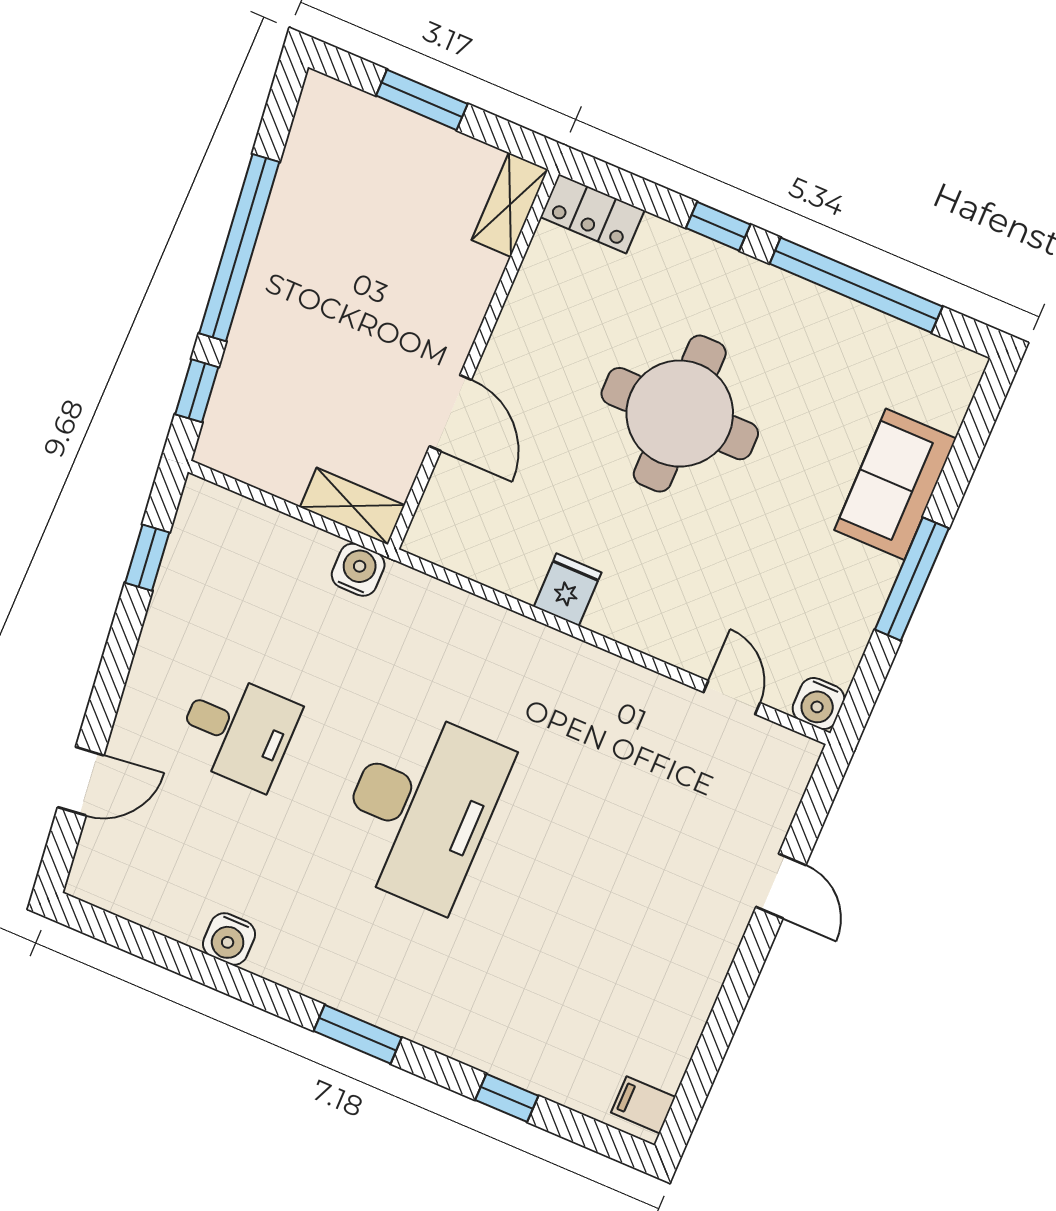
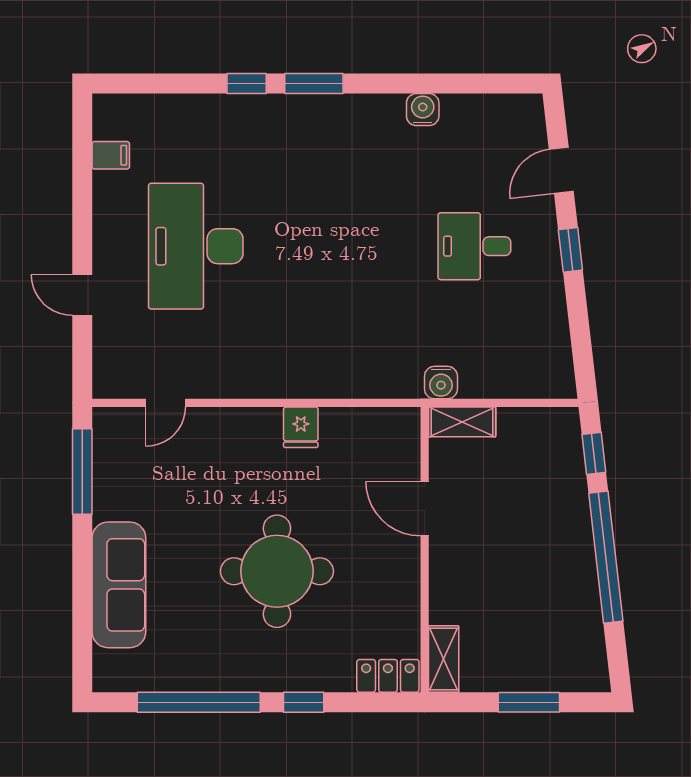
sofa: (895, 484) -> (119, 585), width x1.36
window: (147, 558) -> (570, 250), moved
window: (912, 579) -> (82, 472), moved
door: (732, 698) -> (166, 403), hinge flipped
water cooler: (818, 704) -> (108, 423), removed
desk: (421, 808) -> (196, 246), moved
window: (507, 1098) -> (247, 84), moved
filing cabinet: (643, 1105) -> (111, 155), moved

